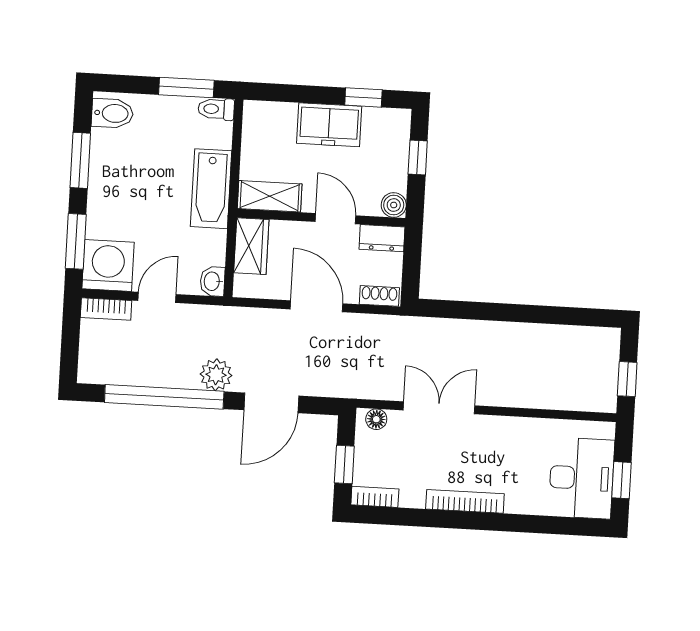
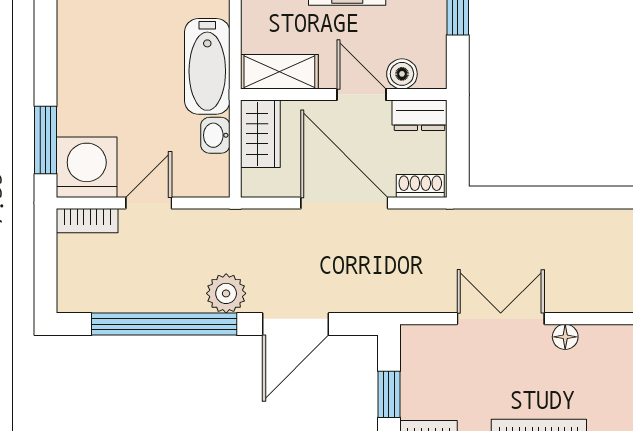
window: (80, 160) -> (46, 41), removed
boiler: (394, 205) -> (402, 74), moved
washbasin: (212, 281) -> (215, 135), moved
door: (317, 306) -> (344, 203), width x1.36
floor lamp: (376, 419) -> (565, 337), moved

